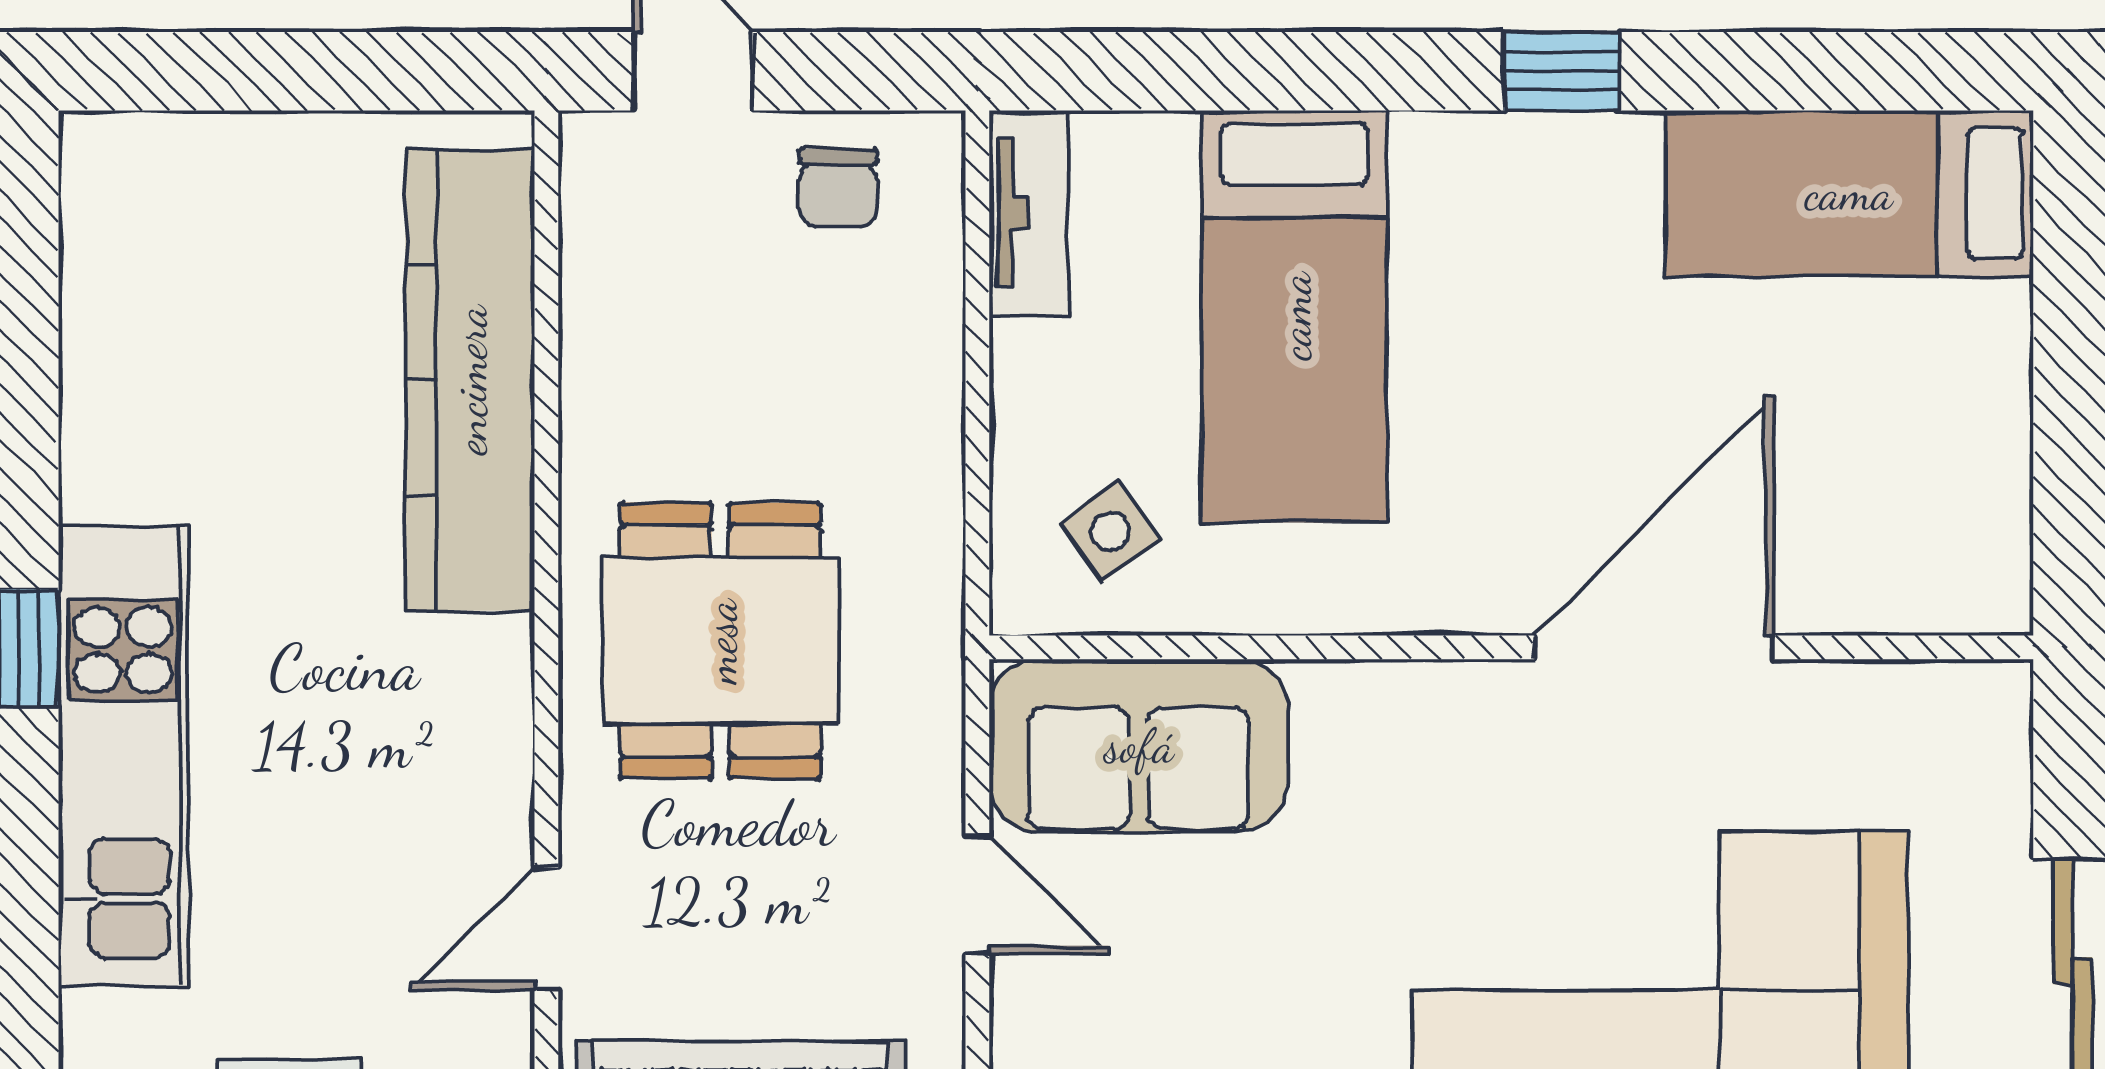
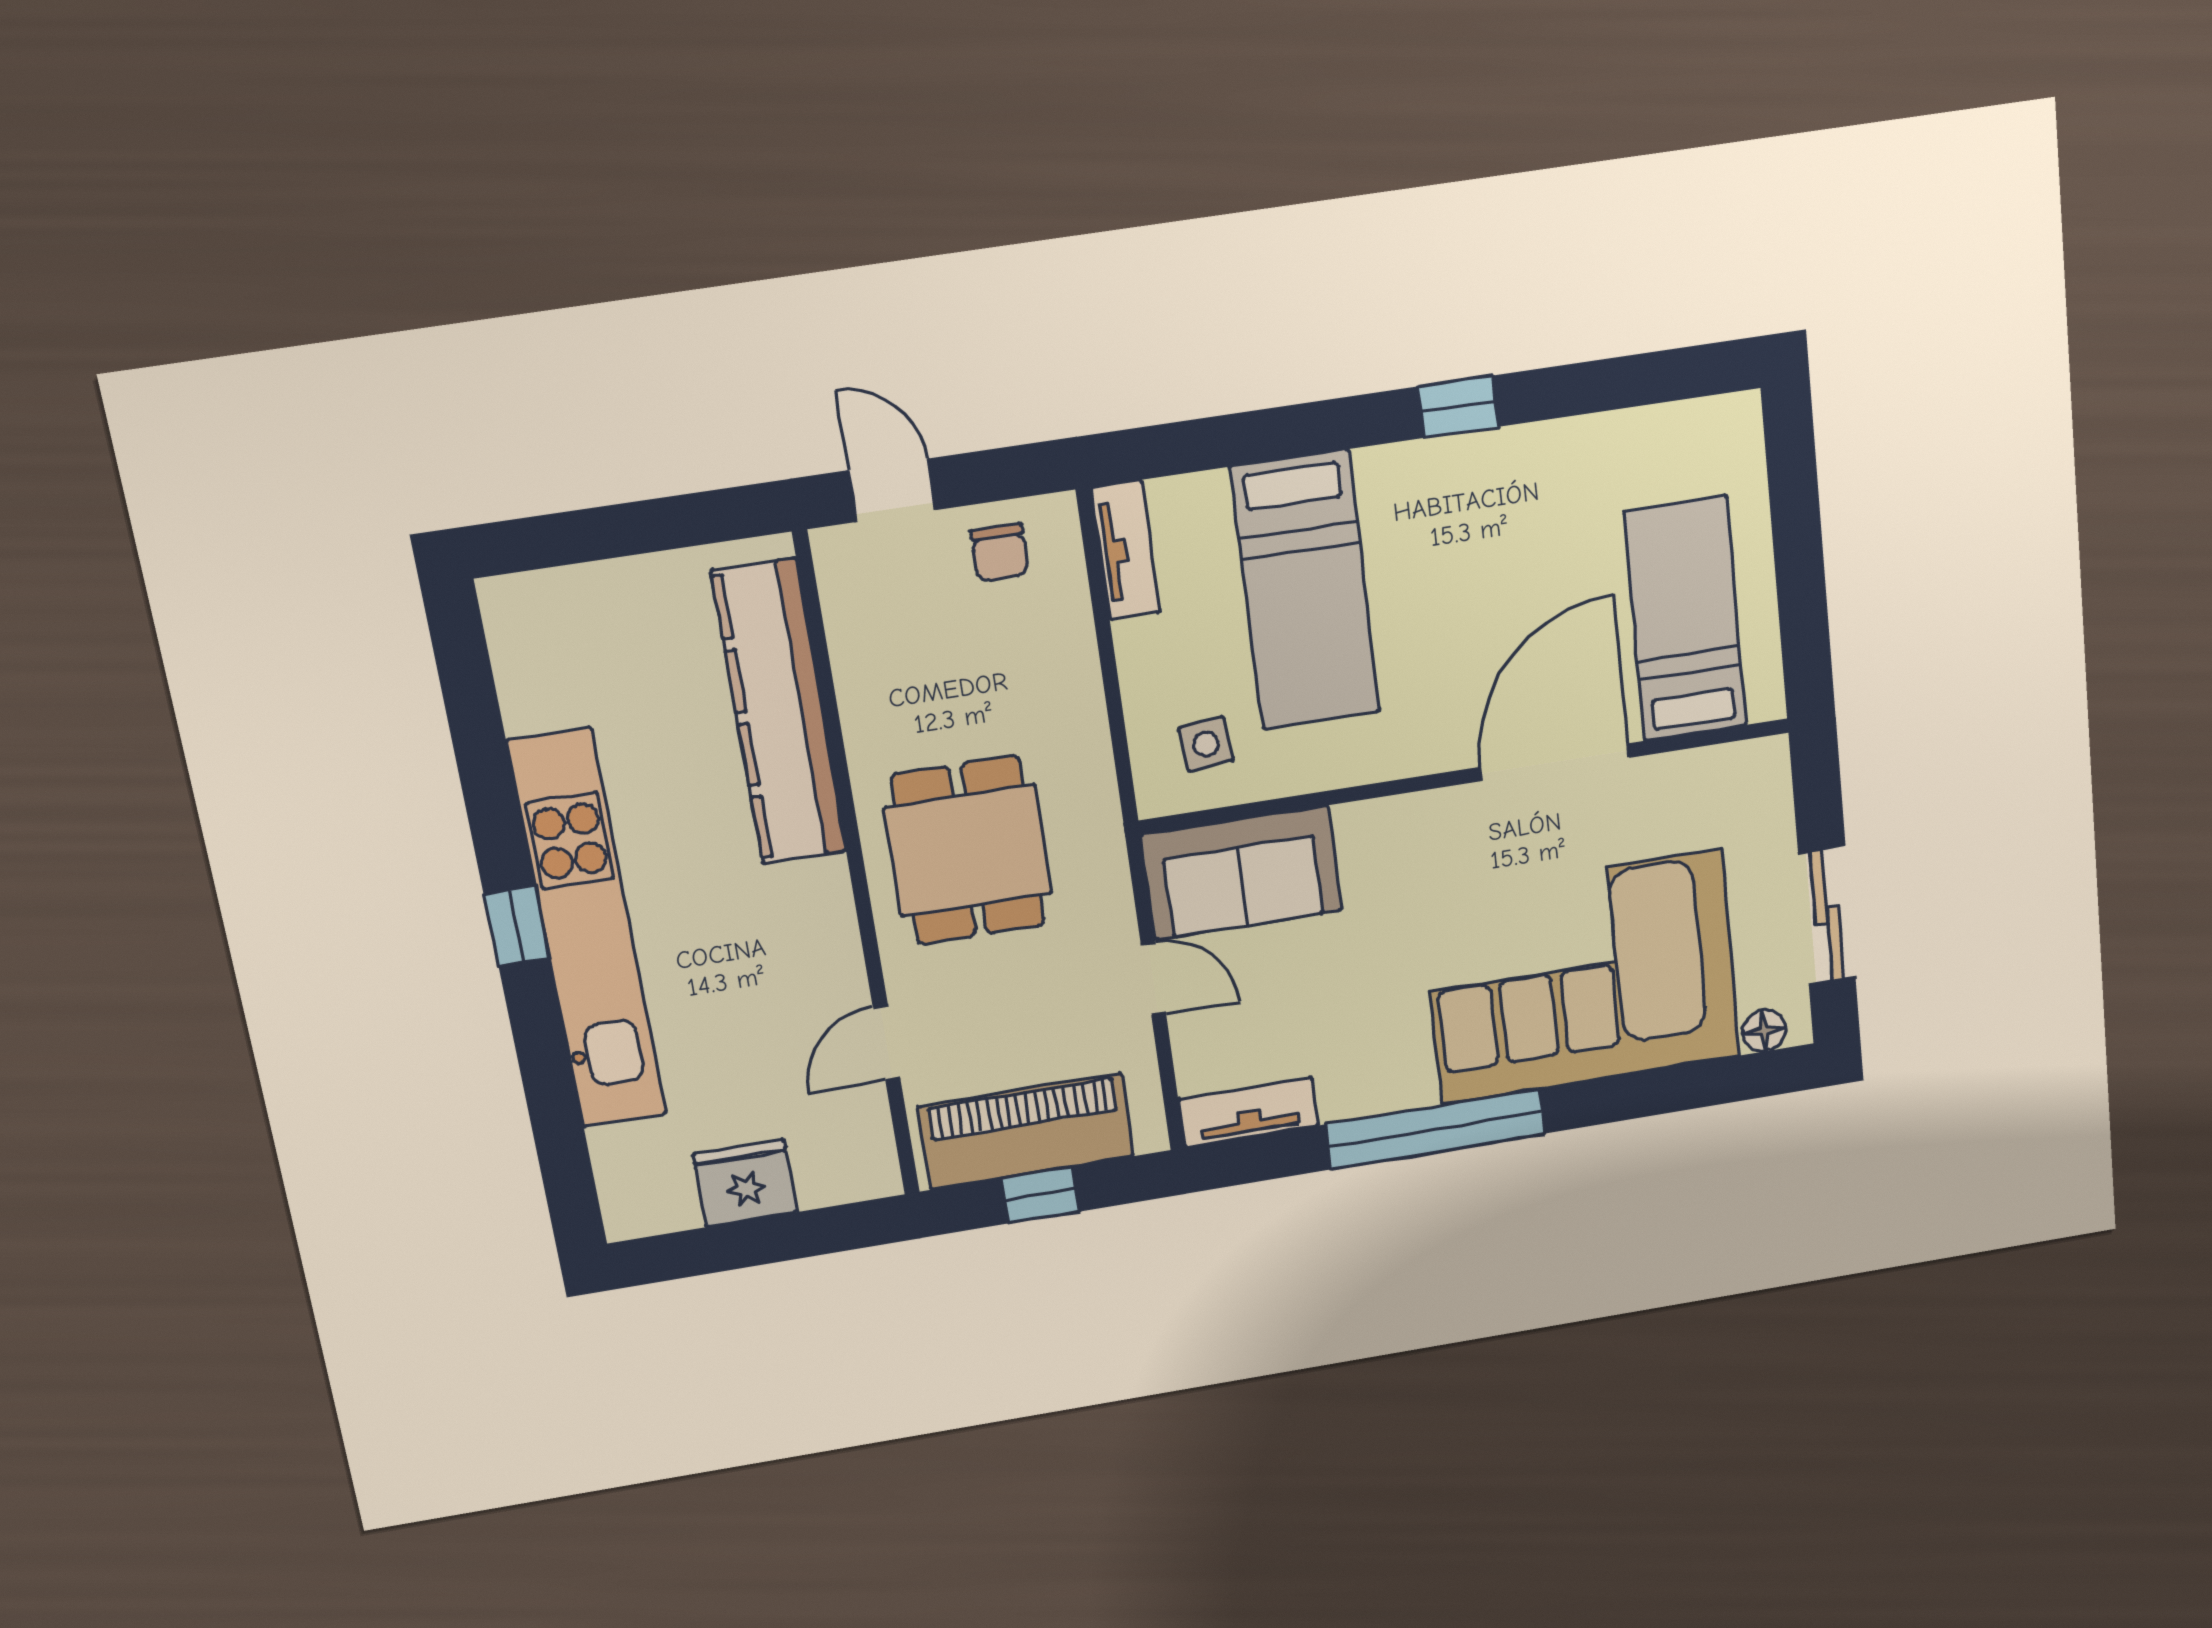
bed: (1849, 193) -> (1685, 619), moved, turned 90
side table: (1110, 532) -> (1206, 744), turned 30
kitchen unit: (123, 756) -> (587, 930), width x1.36

